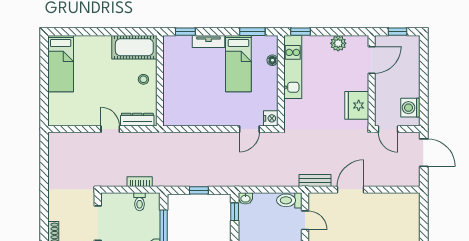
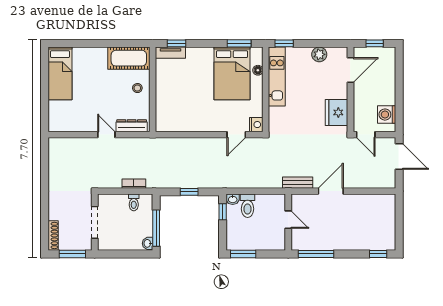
tv unit: (208, 41) -> (170, 53), moved
bed: (238, 64) -> (232, 73), width x1.50
toilet: (289, 200) -> (248, 206), moved, turned -90

